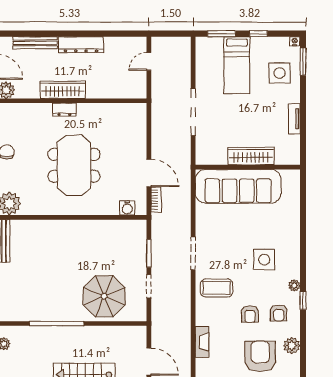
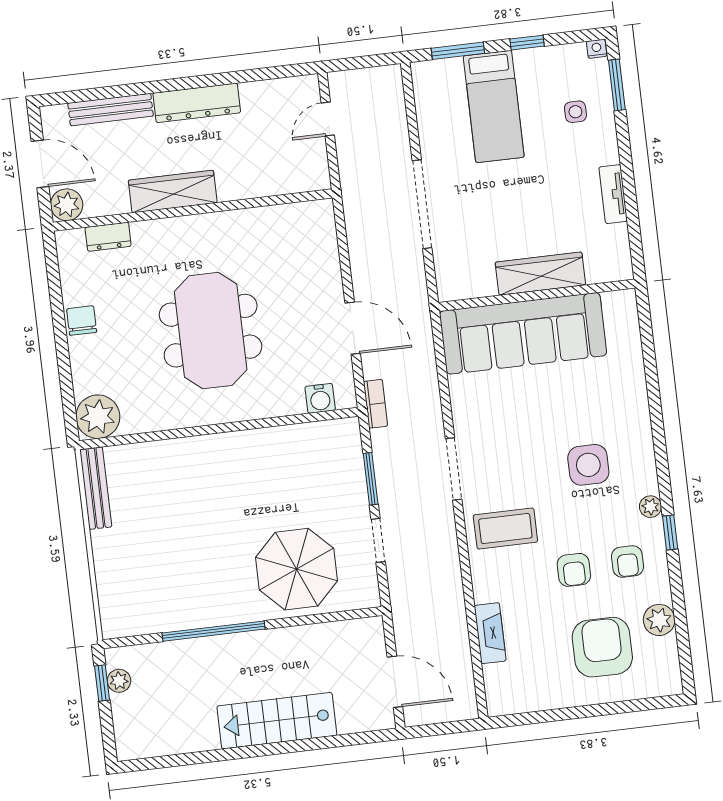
side table: (280, 73) -> (575, 112), width x0.54, depth x0.54
dresser: (64, 110) -> (108, 237), moved
bookcase: (156, 199) -> (376, 404), moved

